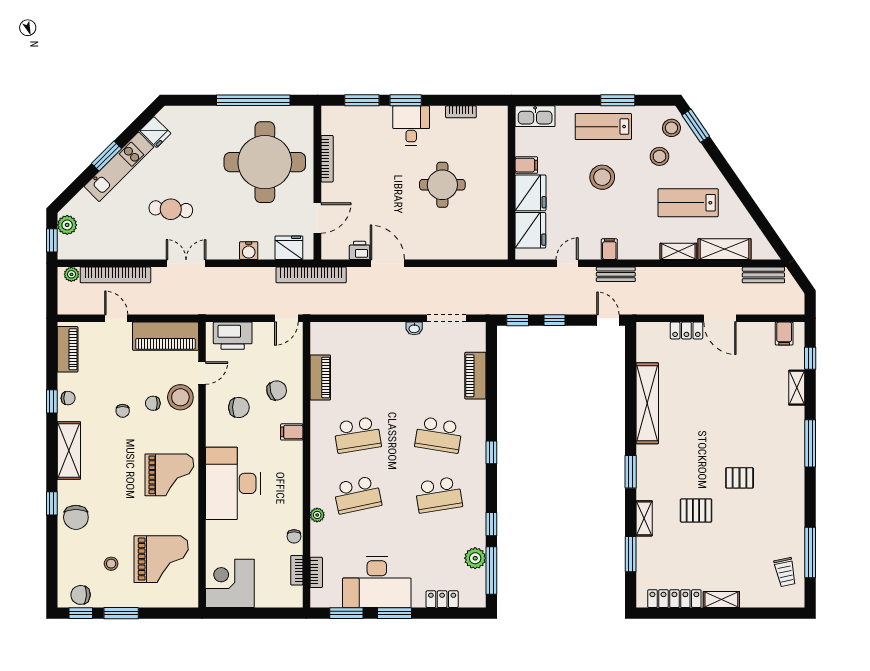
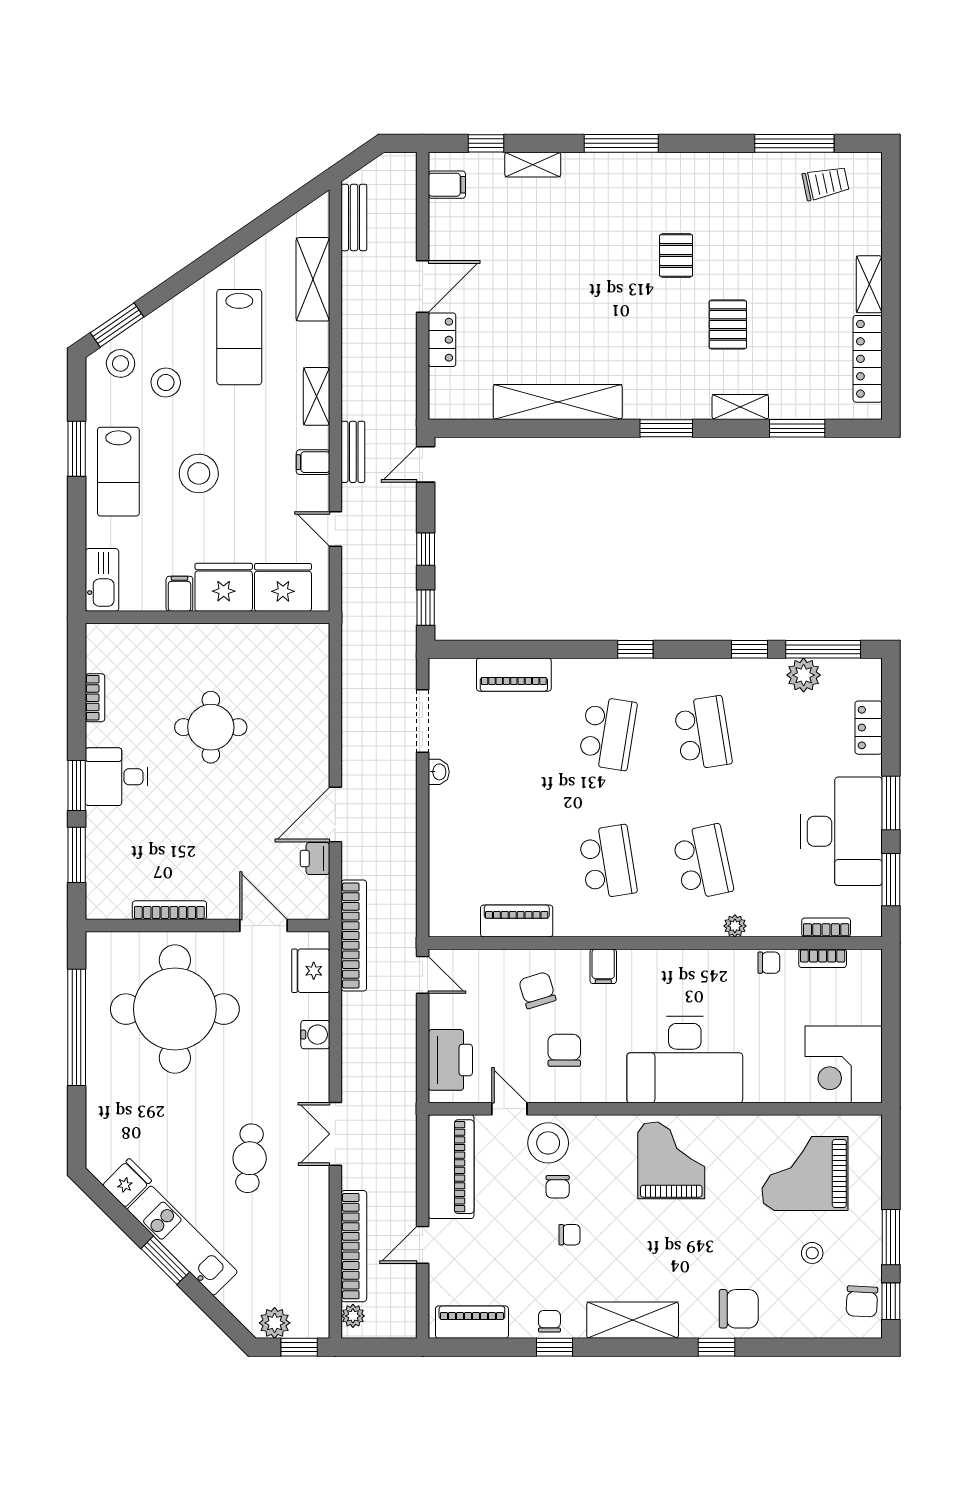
shelving: (678, 251) -> (317, 396), moved
grand piano: (161, 559) -> (805, 1173), turned -90

